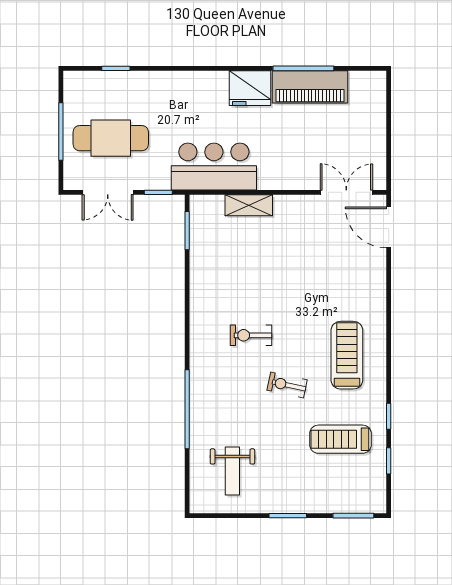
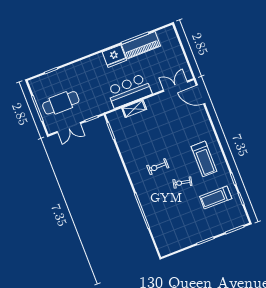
bar counter: (214, 167) -> (129, 91), moved
treadmill: (347, 355) -> (204, 159), turned 180
weight bench: (232, 471) -> (173, 231), removed

